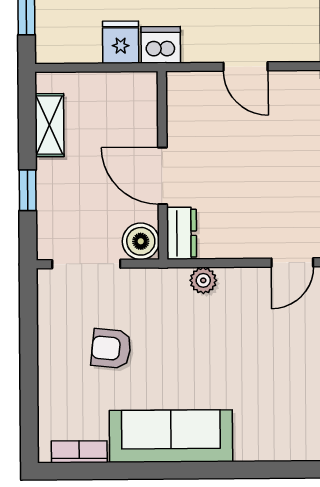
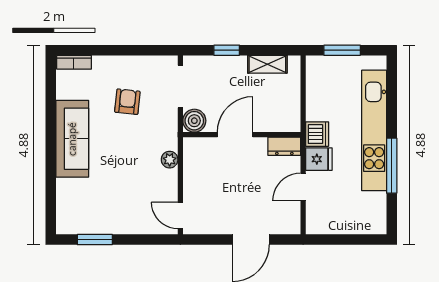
fridge: (121, 42) -> (319, 159), moved
dresser: (182, 233) -> (284, 146), moved
bookcase: (79, 452) -> (74, 62), moved, turned 90

